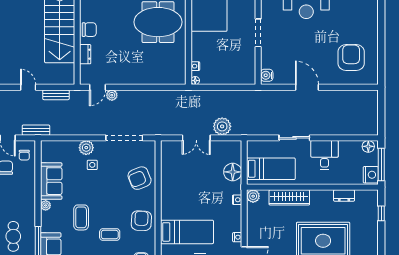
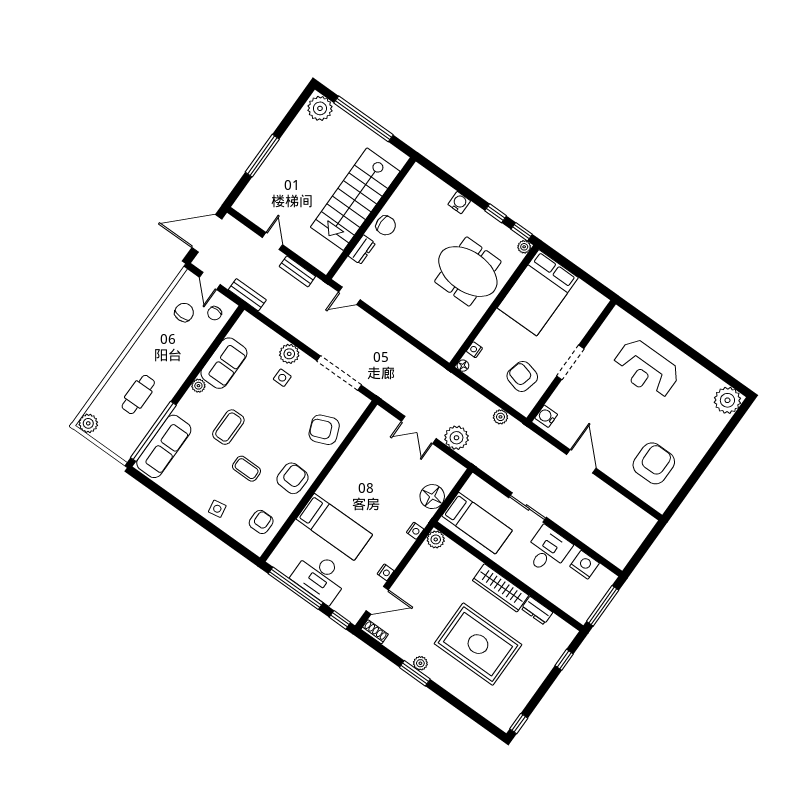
armchair: (235, 62) -> (522, 376), added
plant: (112, 95) -> (500, 417), moved
floor lamp: (368, 146) -> (603, 575), removed
nightstand: (371, 175) -> (585, 565), moved, turned -90
wardrobe: (289, 197) -> (501, 588), moved

